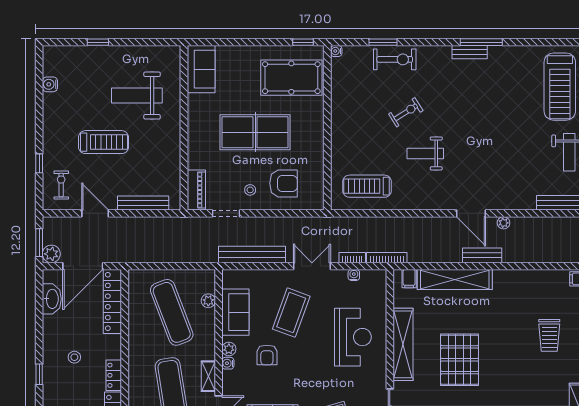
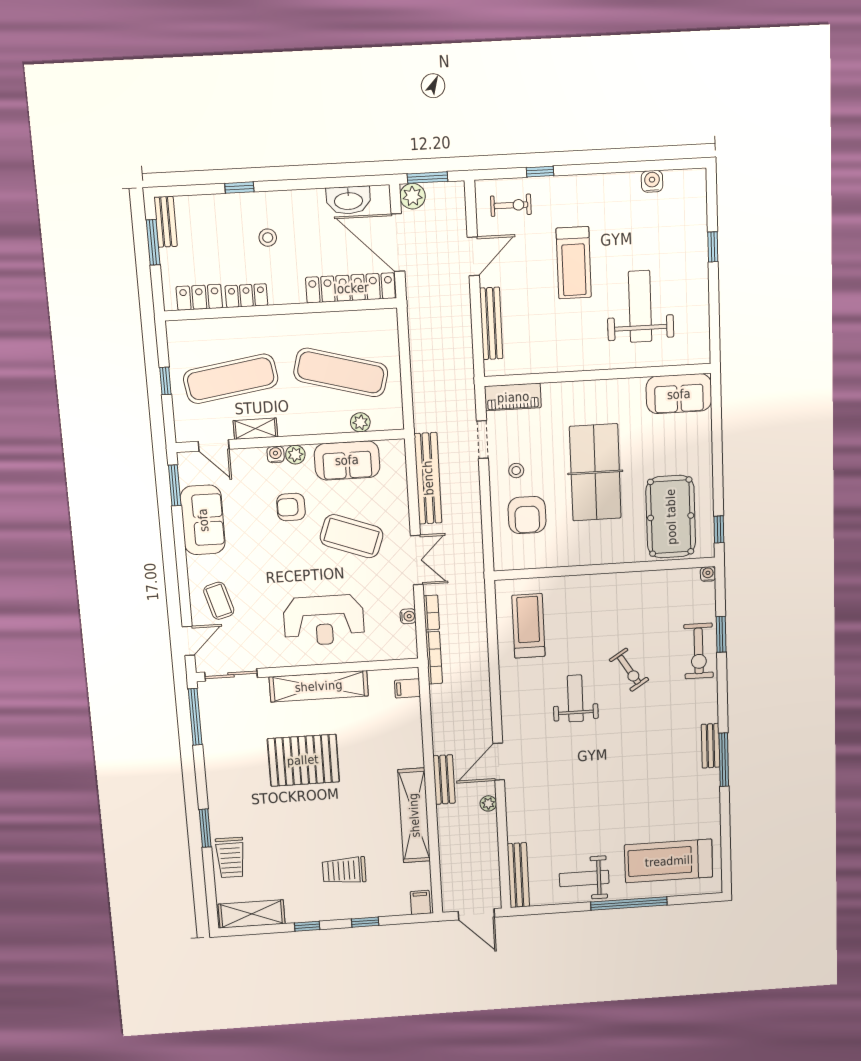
shelving: (455, 280) -> (414, 815), moved
exercise mat: (172, 312) -> (341, 372), turned 36

